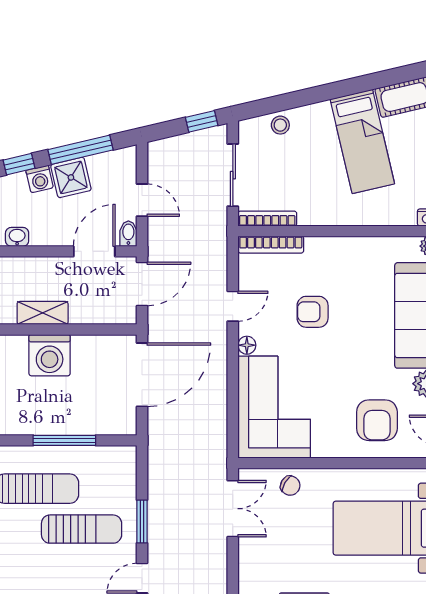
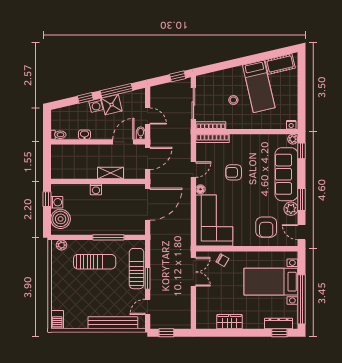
stool: (280, 125) -> (233, 100), moved
shelving: (43, 313) -> (110, 173), moved
washing machine: (50, 355) -> (96, 189), width x0.53, depth x0.53
sun lounger: (82, 529) -> (136, 269), moved, turned -90

